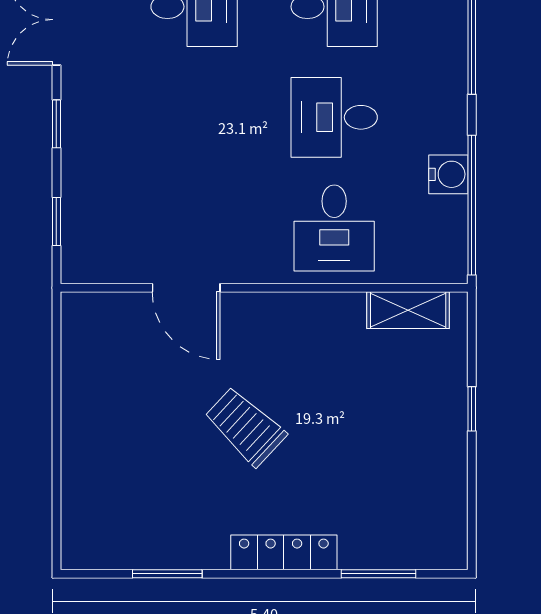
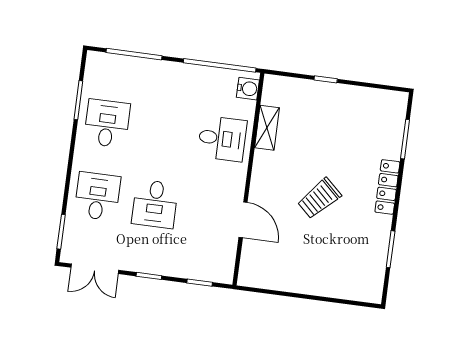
desk: (334, 117) -> (155, 204), moved
water cooler: (448, 174) -> (248, 89), moved, turned 90
door: (186, 288) -> (243, 220), hinge flipped
shelving: (408, 310) -> (267, 128), moved

